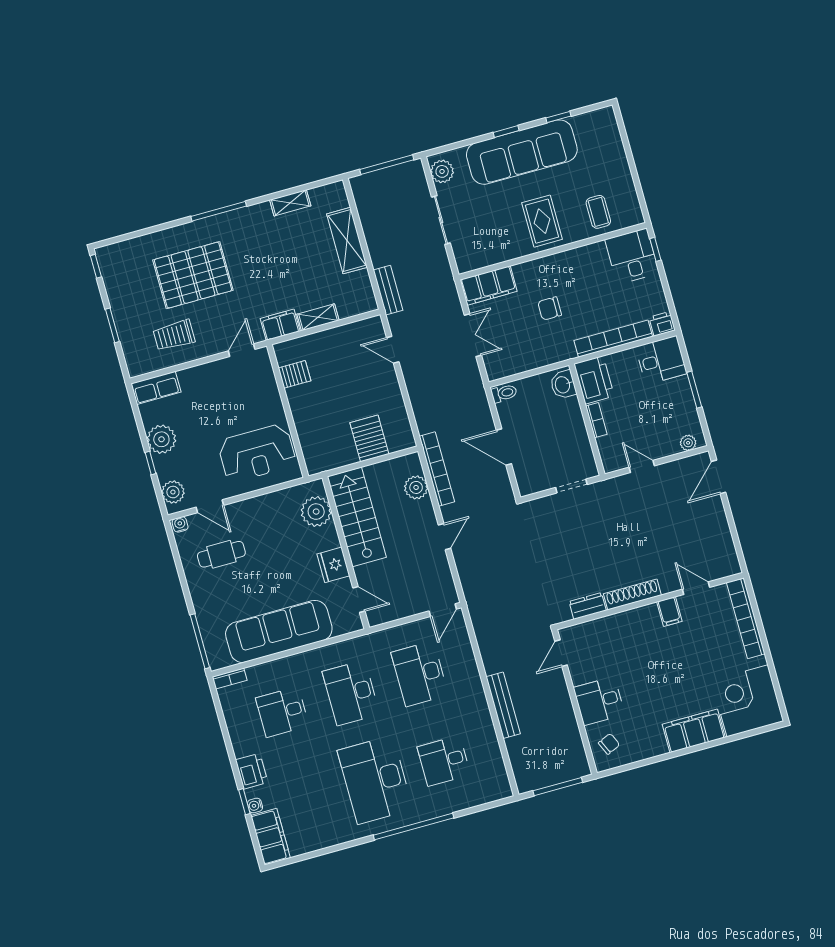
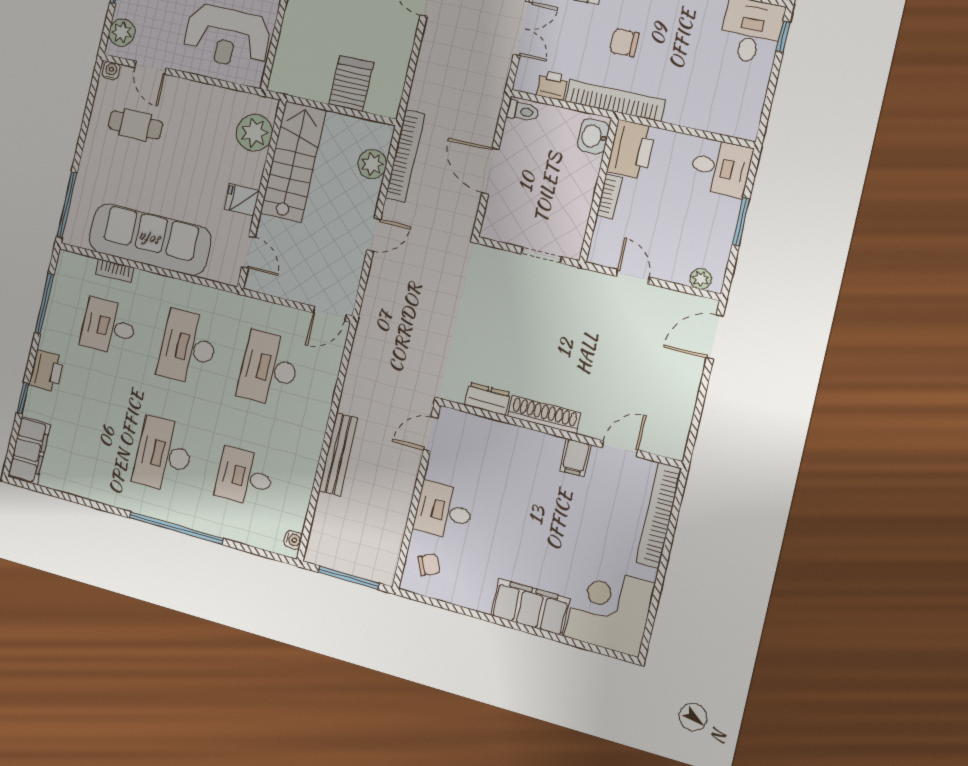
printer: (662, 324) -> (552, 86), moved
bookcase: (613, 339) -> (615, 101), moved
fridge: (333, 565) -> (242, 200), width x0.72
door: (696, 588) -> (620, 449), hinge flipped
bookcase: (230, 678) -> (115, 271), moved
window: (223, 723) -> (44, 304), added
desk: (375, 780) -> (164, 455), width x0.73, depth x0.77
water cooler: (255, 805) -> (293, 540), moved, turned 180

